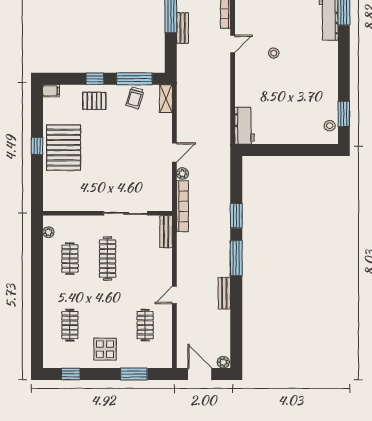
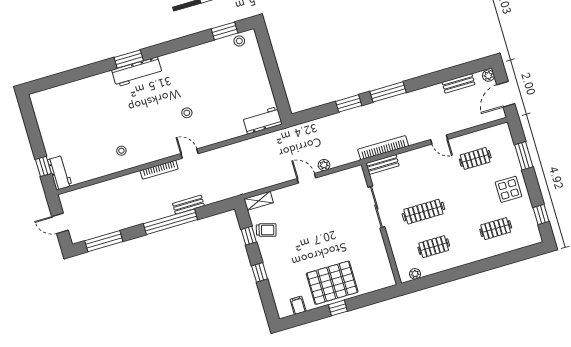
window: (134, 79) -> (249, 236), width x0.46
filing cabinet: (51, 91) -> (298, 305), moved
pallet: (94, 101) -> (280, 267), removed
bookcase: (182, 206) -> (383, 148), moved
bench: (224, 293) -> (458, 83), moved

